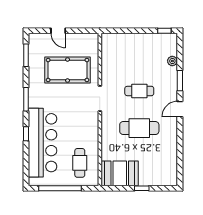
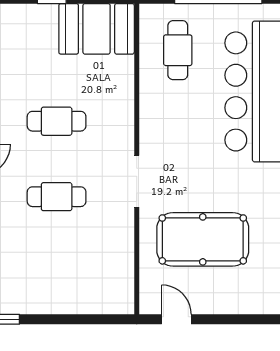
door: (58, 31) -> (176, 319), moved
cafe table: (139, 128) -> (57, 121), width x0.73, depth x0.74

